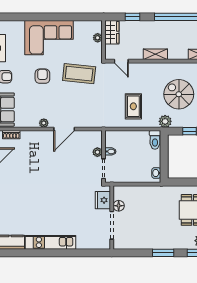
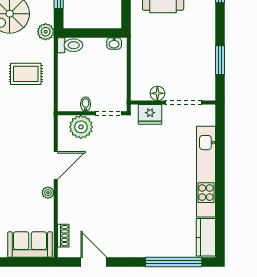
door: (64, 129) -> (56, 166), hinge flipped
plant: (97, 152) -> (81, 127), width x1.87, depth x1.87
kitchen unit: (50, 242) -> (206, 172), width x1.36
window: (163, 253) -> (220, 60), moved

